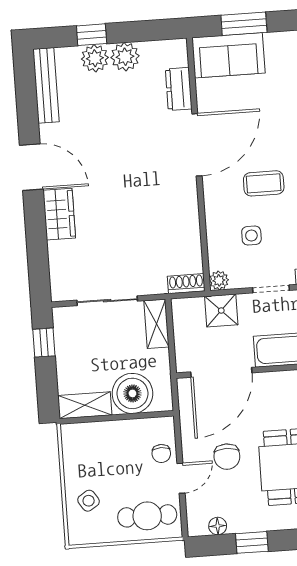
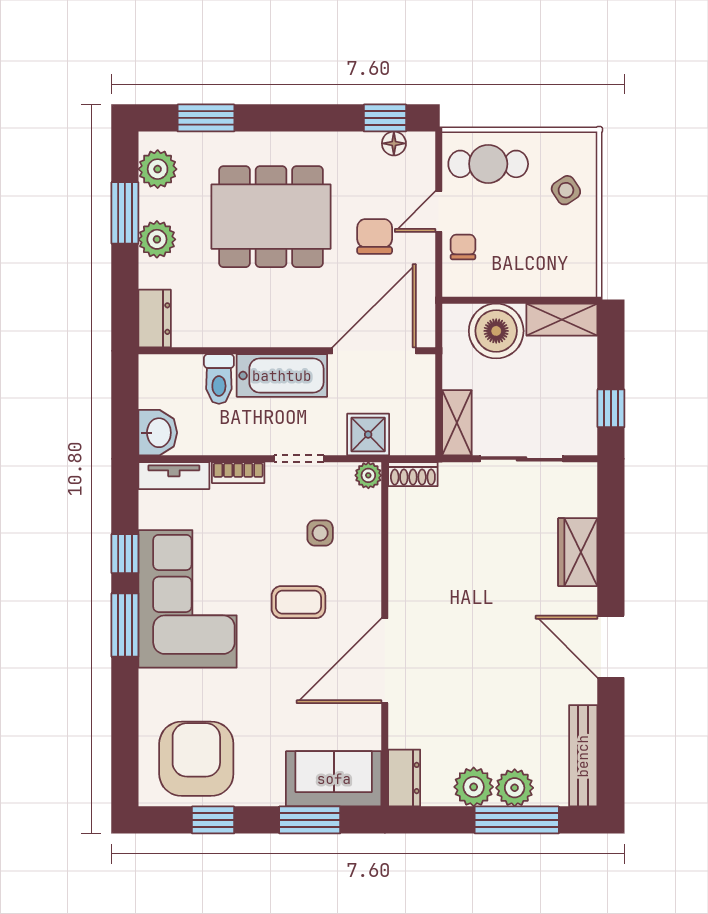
window: (92, 35) -> (517, 820), width x2.17
dresser: (179, 89) -> (404, 778), moved
wardrobe: (59, 214) -> (578, 552), moved
window: (252, 542) -> (385, 118), moved

